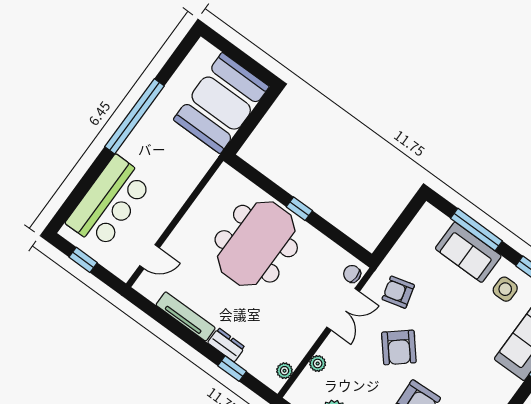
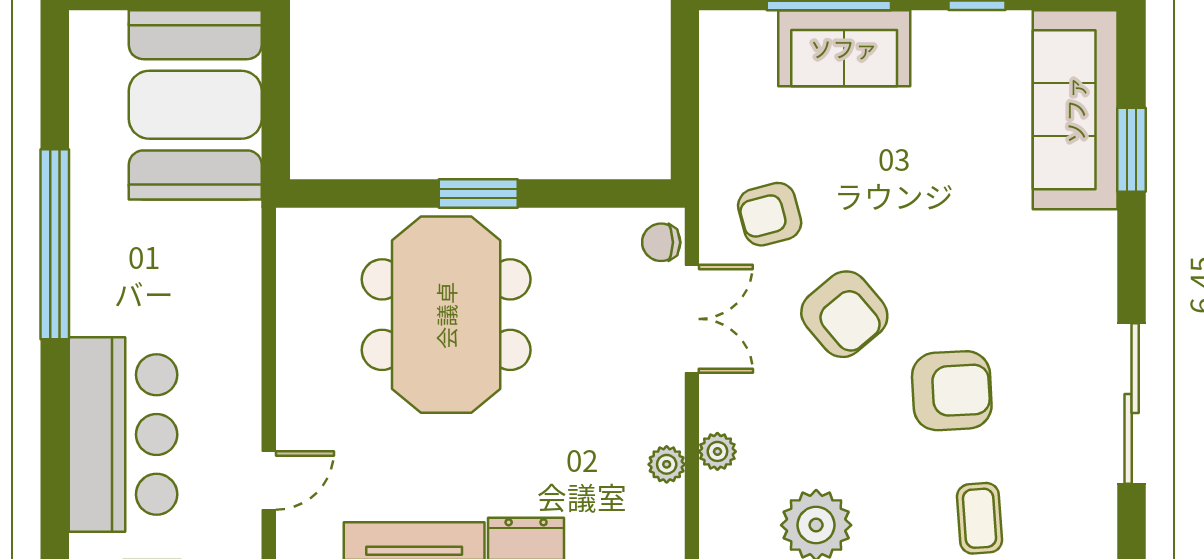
window: (299, 209) -> (478, 193), width x1.50
side table: (505, 289) -> (961, 66), removed
plant: (285, 371) -> (667, 464), moved

